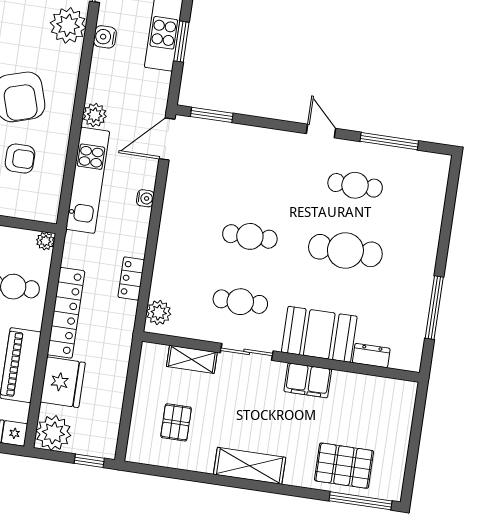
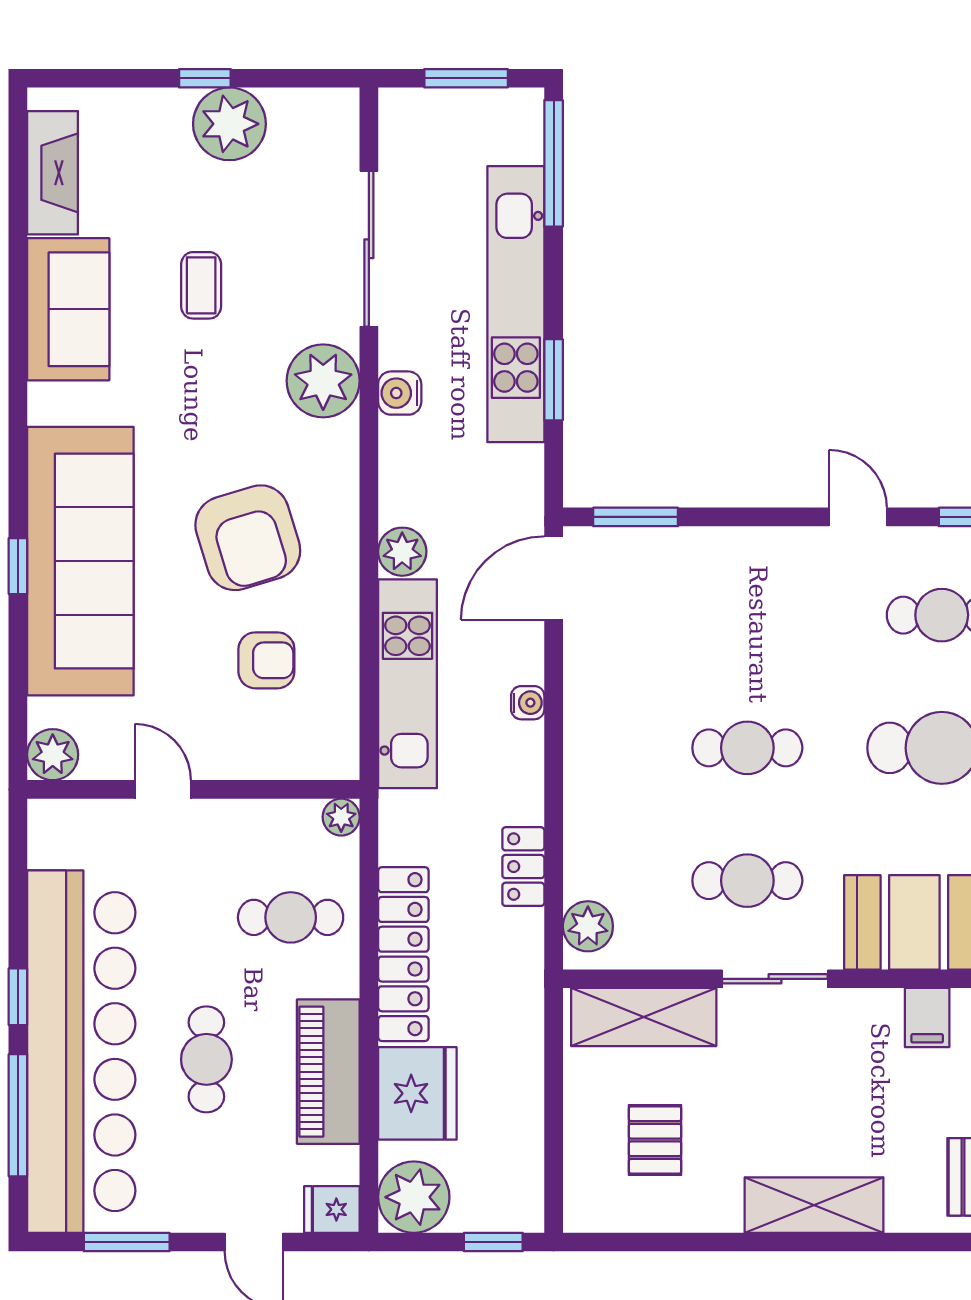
shelving: (192, 359) -> (644, 1017), width x1.50, depth x1.33
filing cabinet: (308, 380) -> (927, 1018), width x0.50

